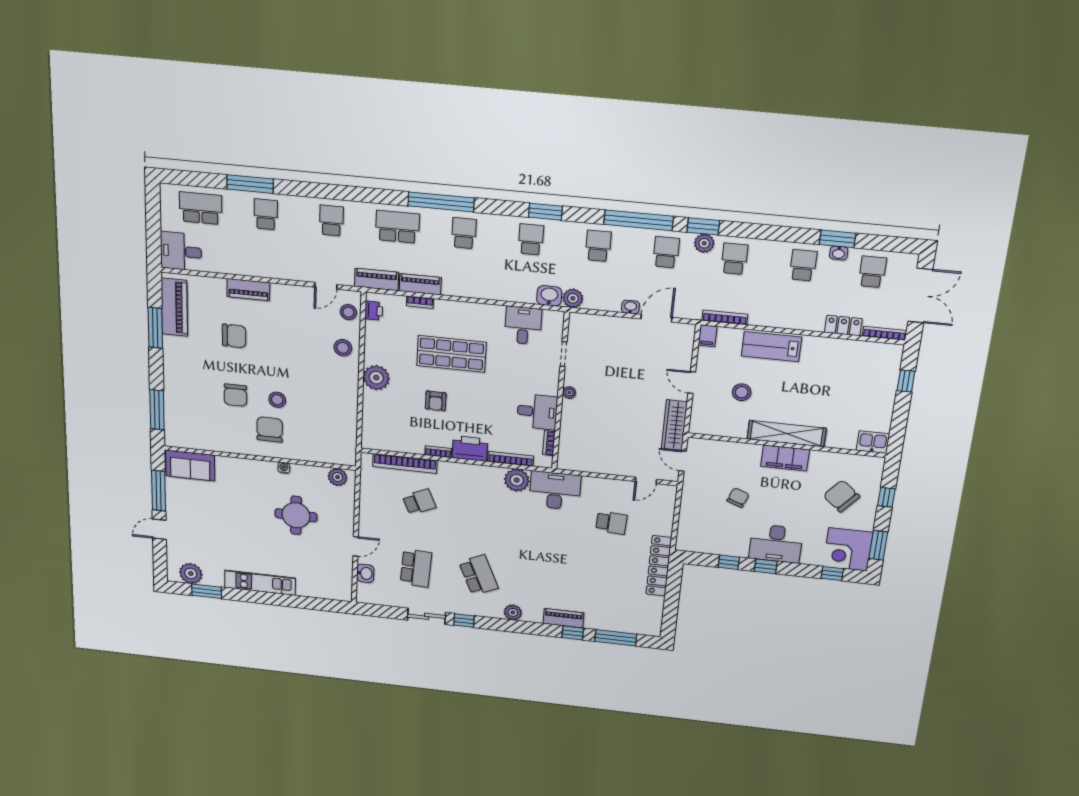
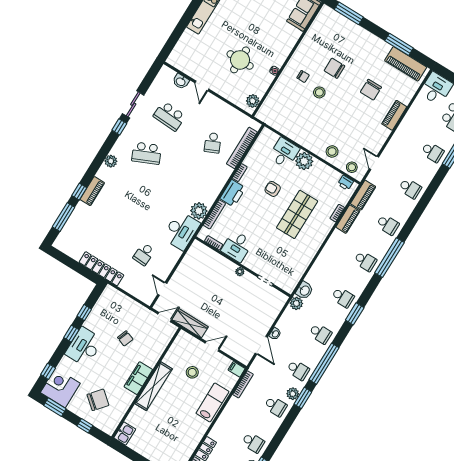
school desk: (397, 227) -> (388, 225), width x0.54
desk: (523, 325) -> (284, 153), moved, turned -90
chair: (270, 429) -> (303, 76), width x0.54, depth x0.54

